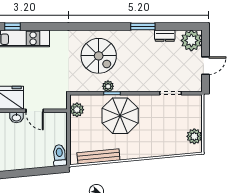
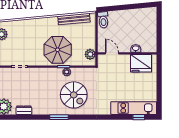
window: (143, 26) -> (59, 117), moved
spiral stairs: (99, 56) -> (74, 95), turned 180
door: (35, 111) -> (112, 53), moved

